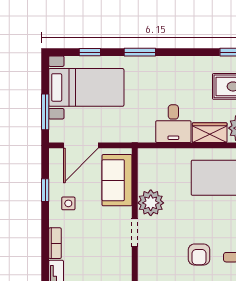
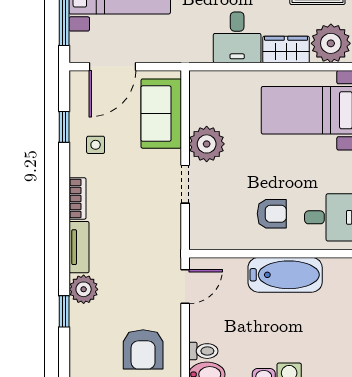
armchair: (199, 254) -> (272, 214), turned -90

